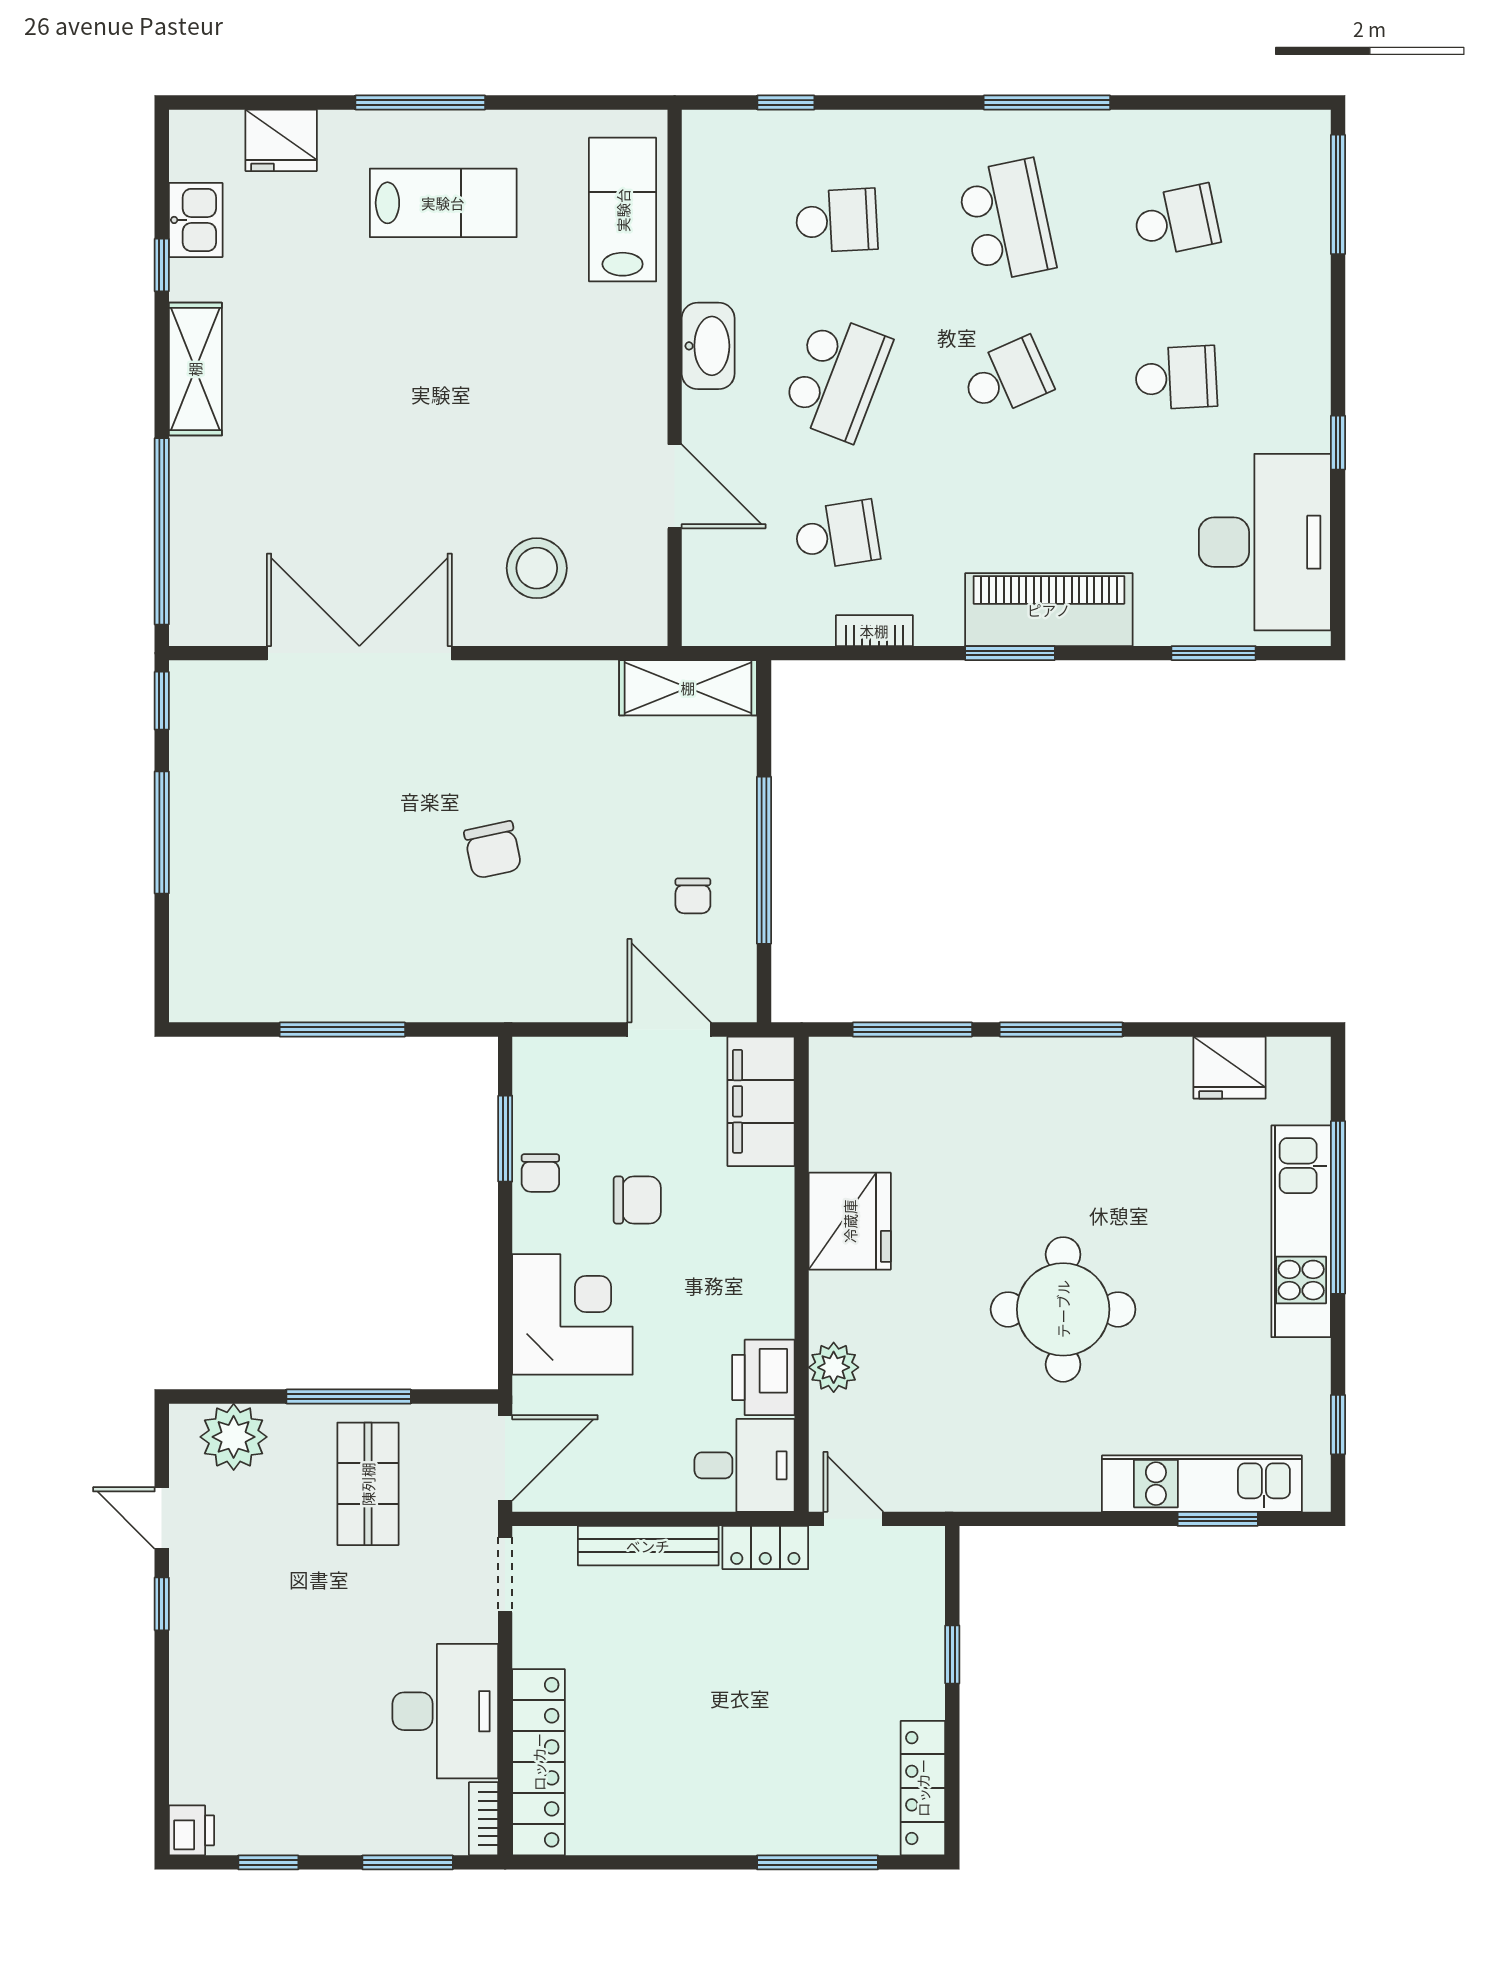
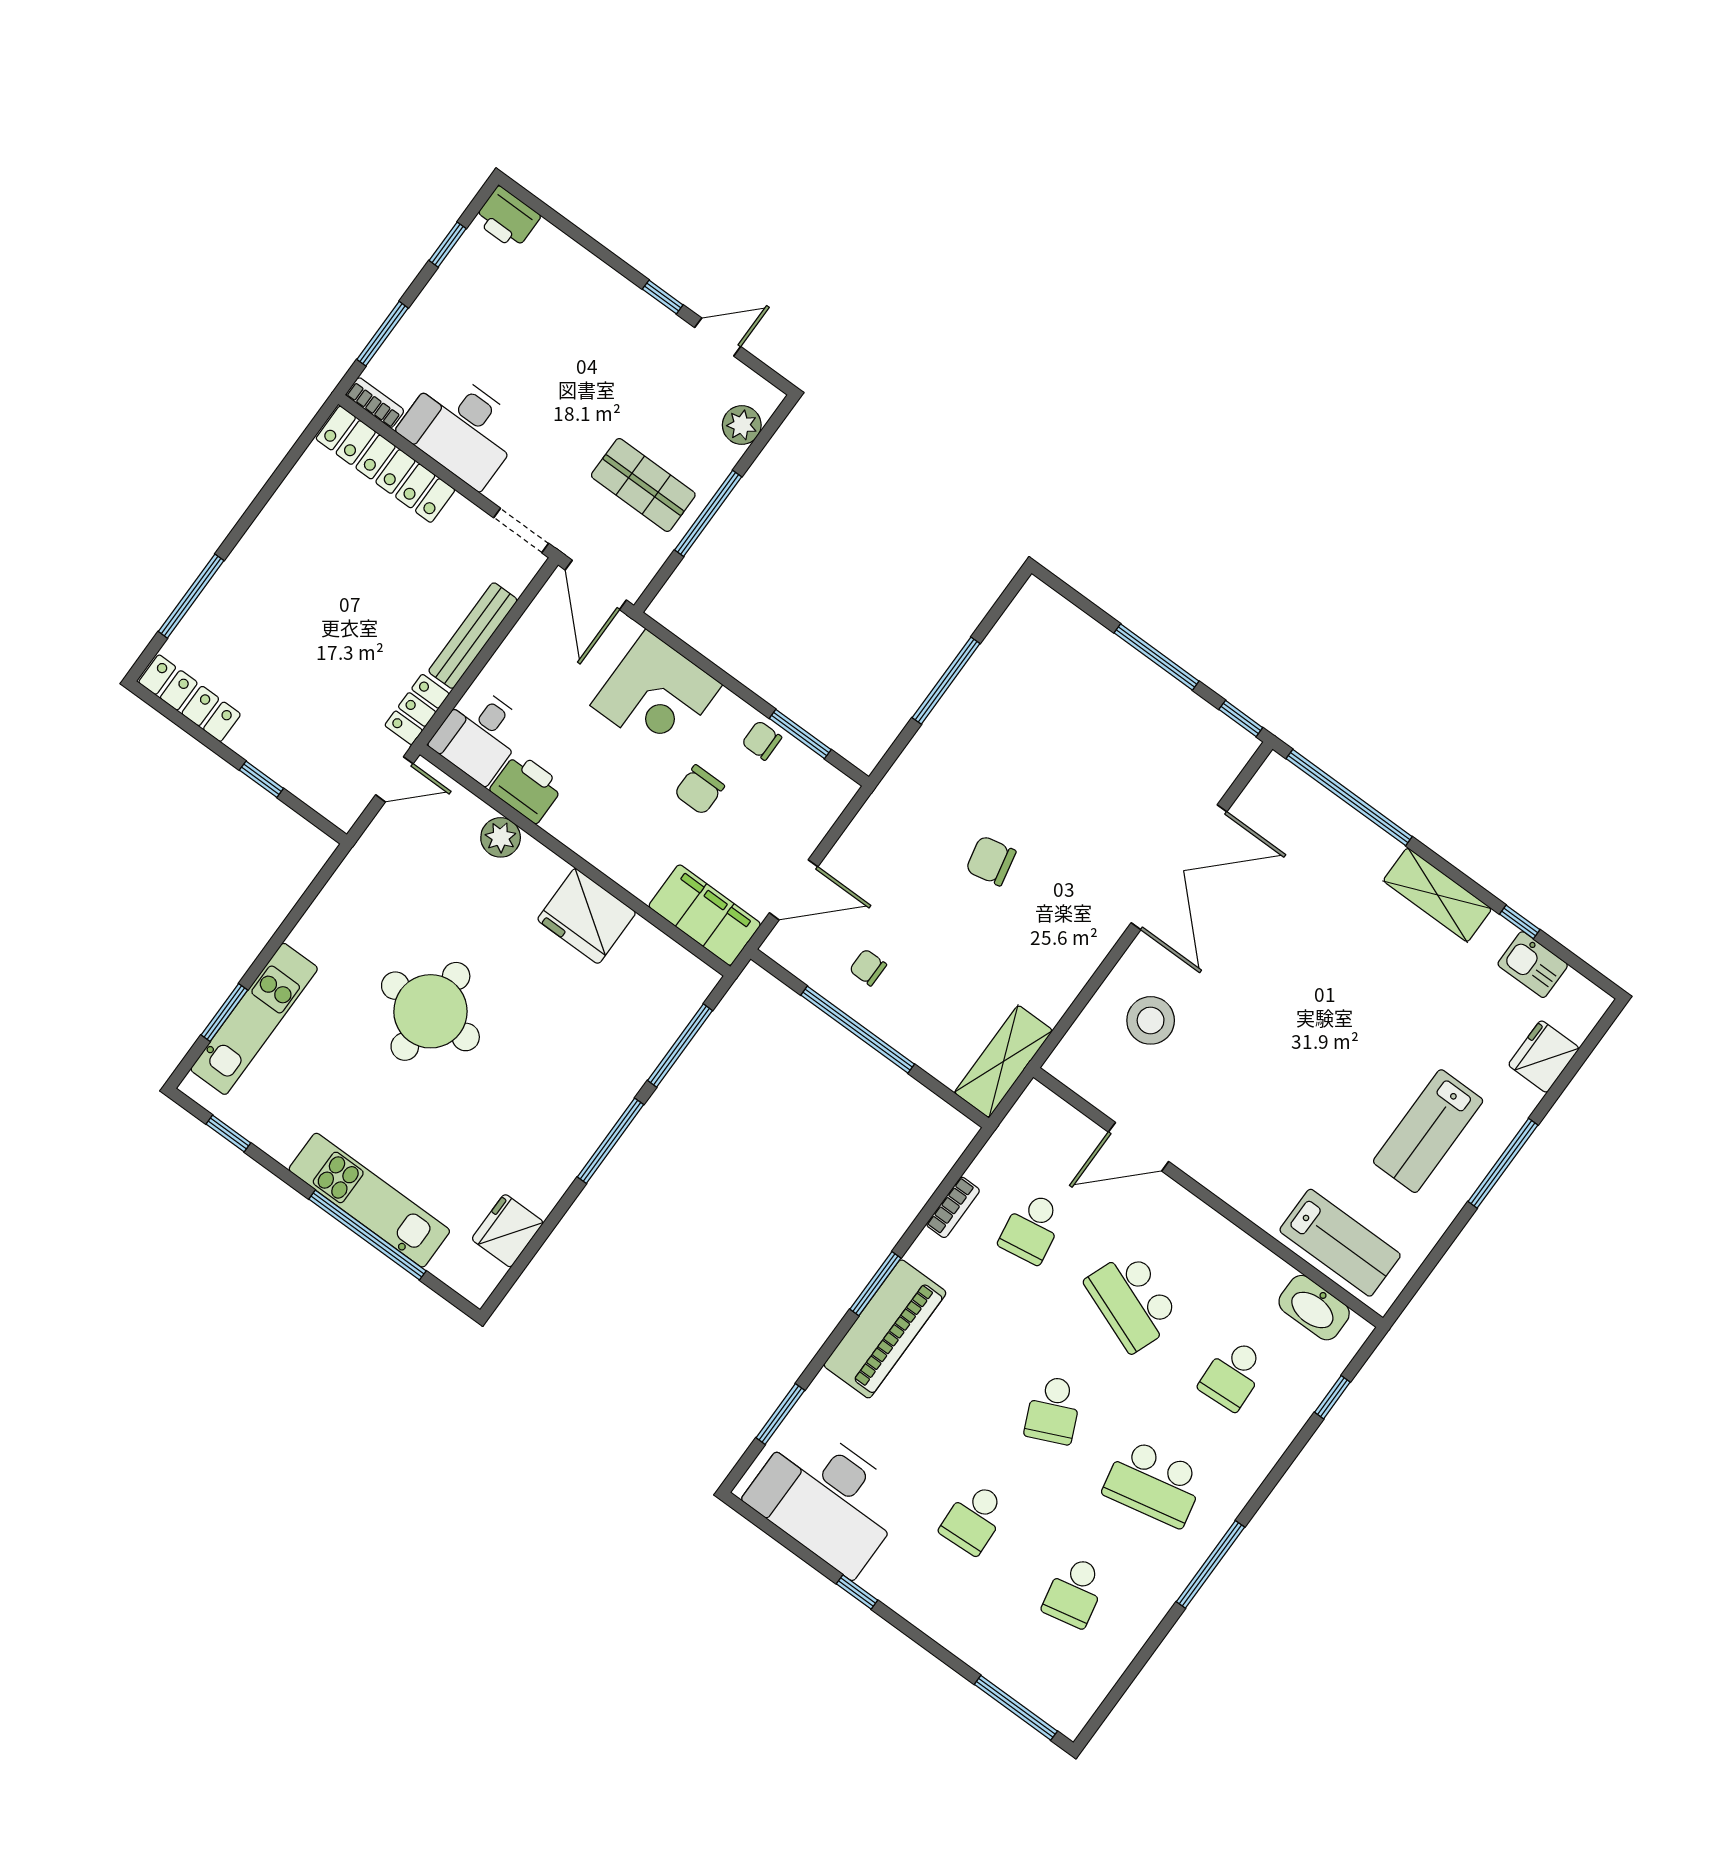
washbasin: (708, 346) -> (1314, 1308), moved
plant: (234, 1437) -> (742, 425), width x0.73, depth x0.73
printer: (191, 1830) -> (507, 218), width x1.36, depth x1.24

